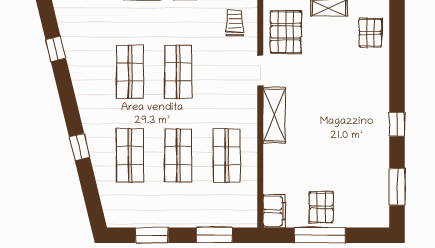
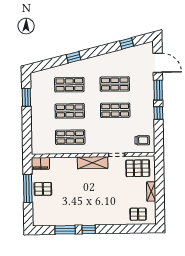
window: (397, 187) -> (65, 230), moved
window: (214, 235) -> (27, 131), removed

